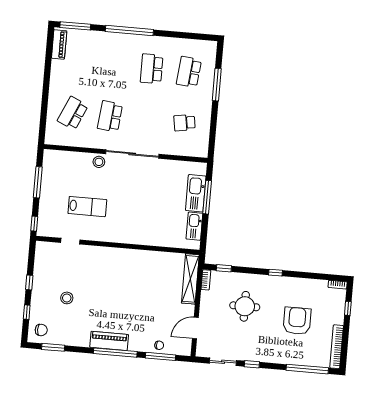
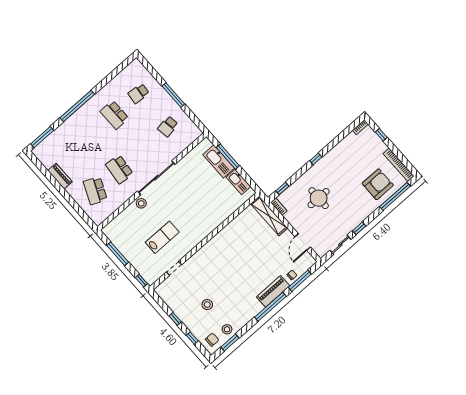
piano: (59, 44) -> (60, 176), moved
school desk: (189, 72) -> (139, 93), width x0.54
window: (217, 85) -> (173, 95), moved
armchair: (297, 321) -> (378, 184), moved, turned 90
stool: (62, 334) -> (227, 329), added
piano: (109, 341) -> (273, 291), moved

